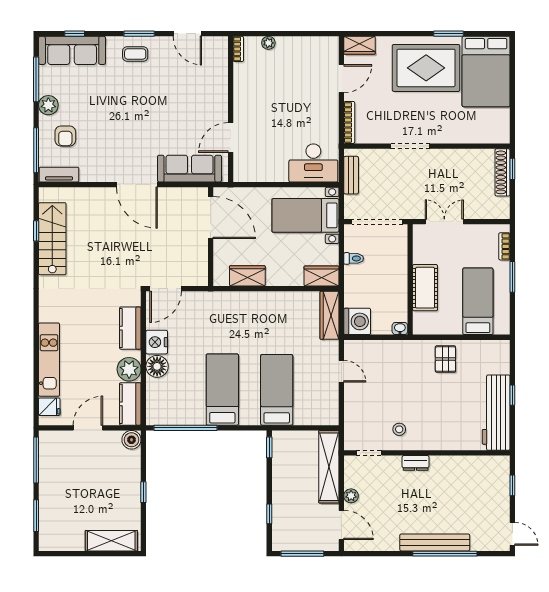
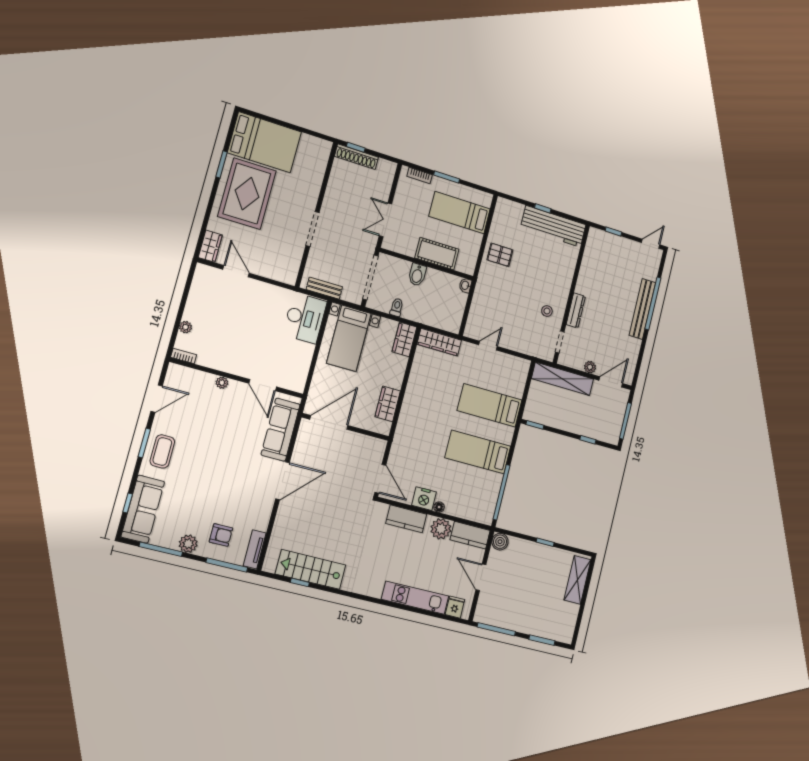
coffee table: (135, 54) -> (162, 451), width x1.36, depth x1.30
plant: (222, 95) -> (222, 383), added
bookcase: (349, 122) -> (277, 276), removed
bidet: (396, 272) -> (417, 275), added
washing machine: (357, 321) -> (450, 320), removed
floor lamp: (157, 366) -> (439, 507), width x0.53, depth x0.53
dresser: (416, 463) -> (576, 310), width x1.44

